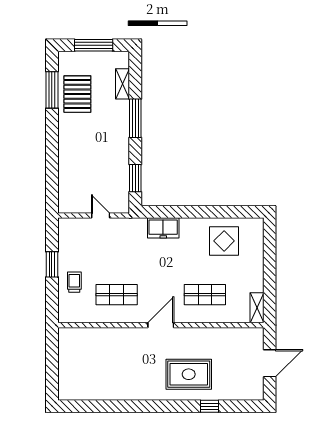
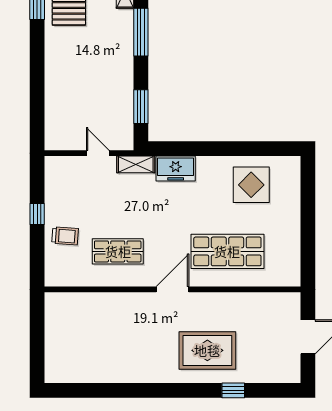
window: (52, 264) -> (37, 214), width x0.67
trolley: (74, 282) -> (65, 236), turned 94
shop shelf: (205, 295) -> (227, 251), width x1.43, depth x1.36
shelving: (257, 308) -> (136, 164), moved, turned 90

